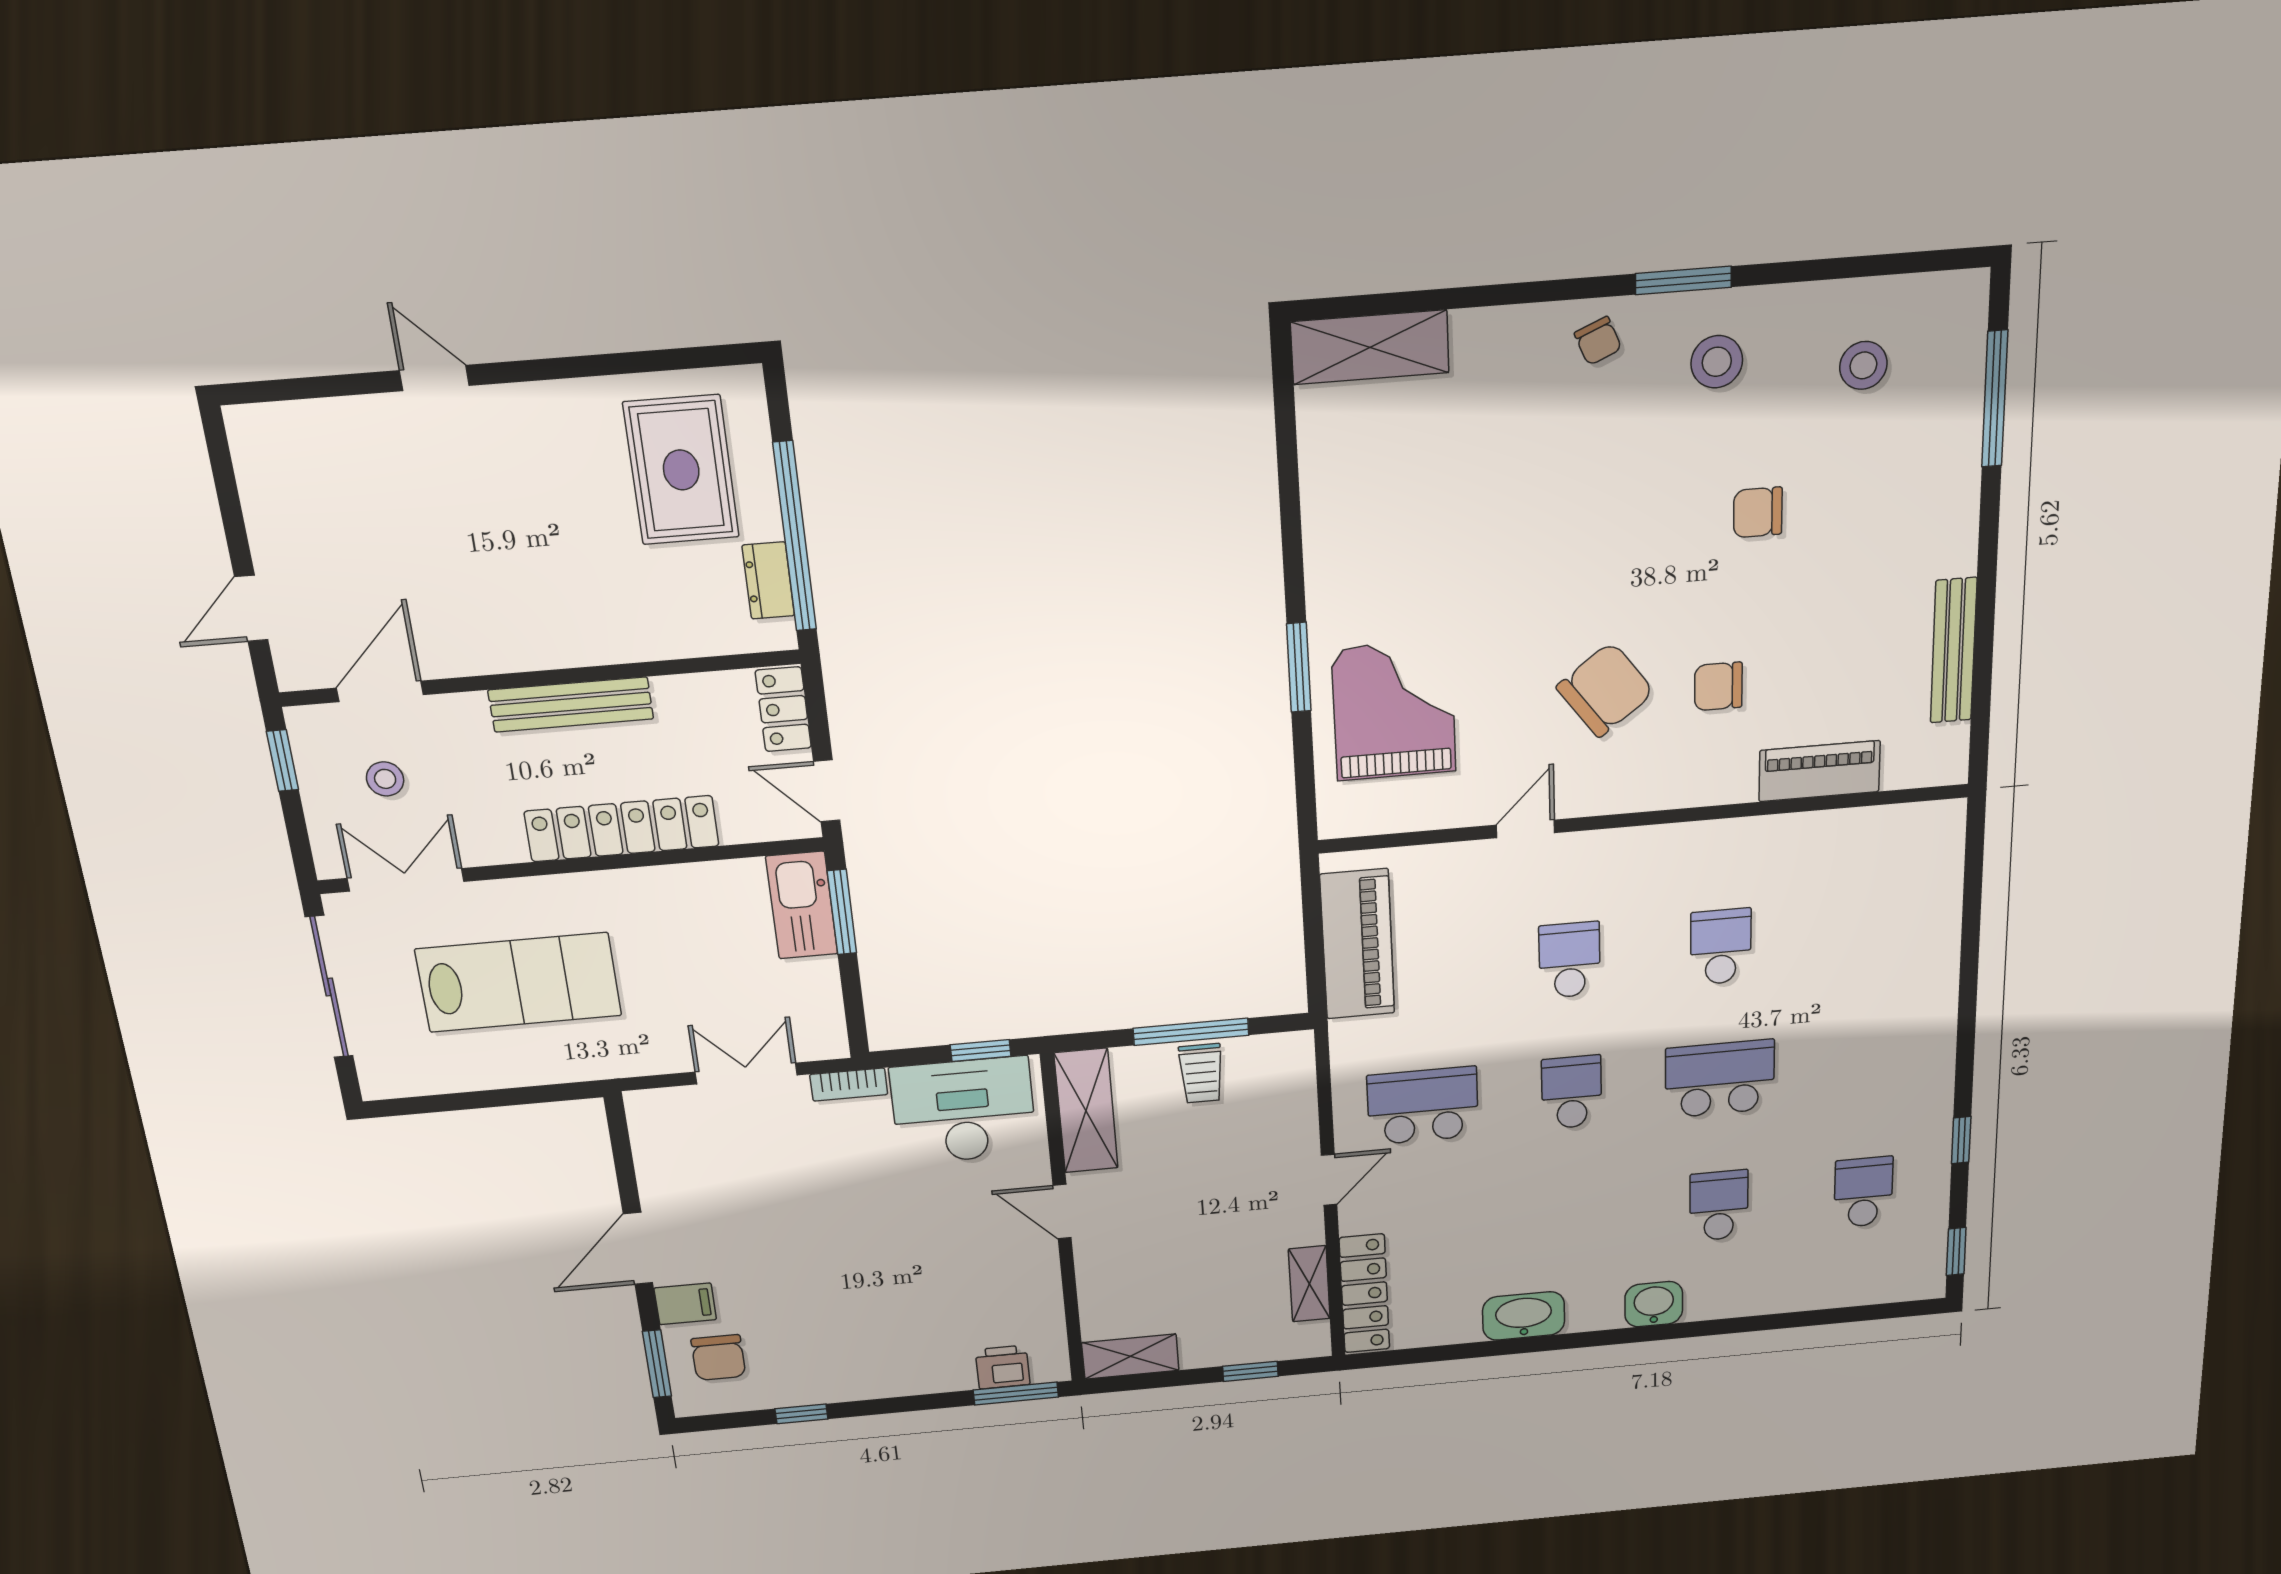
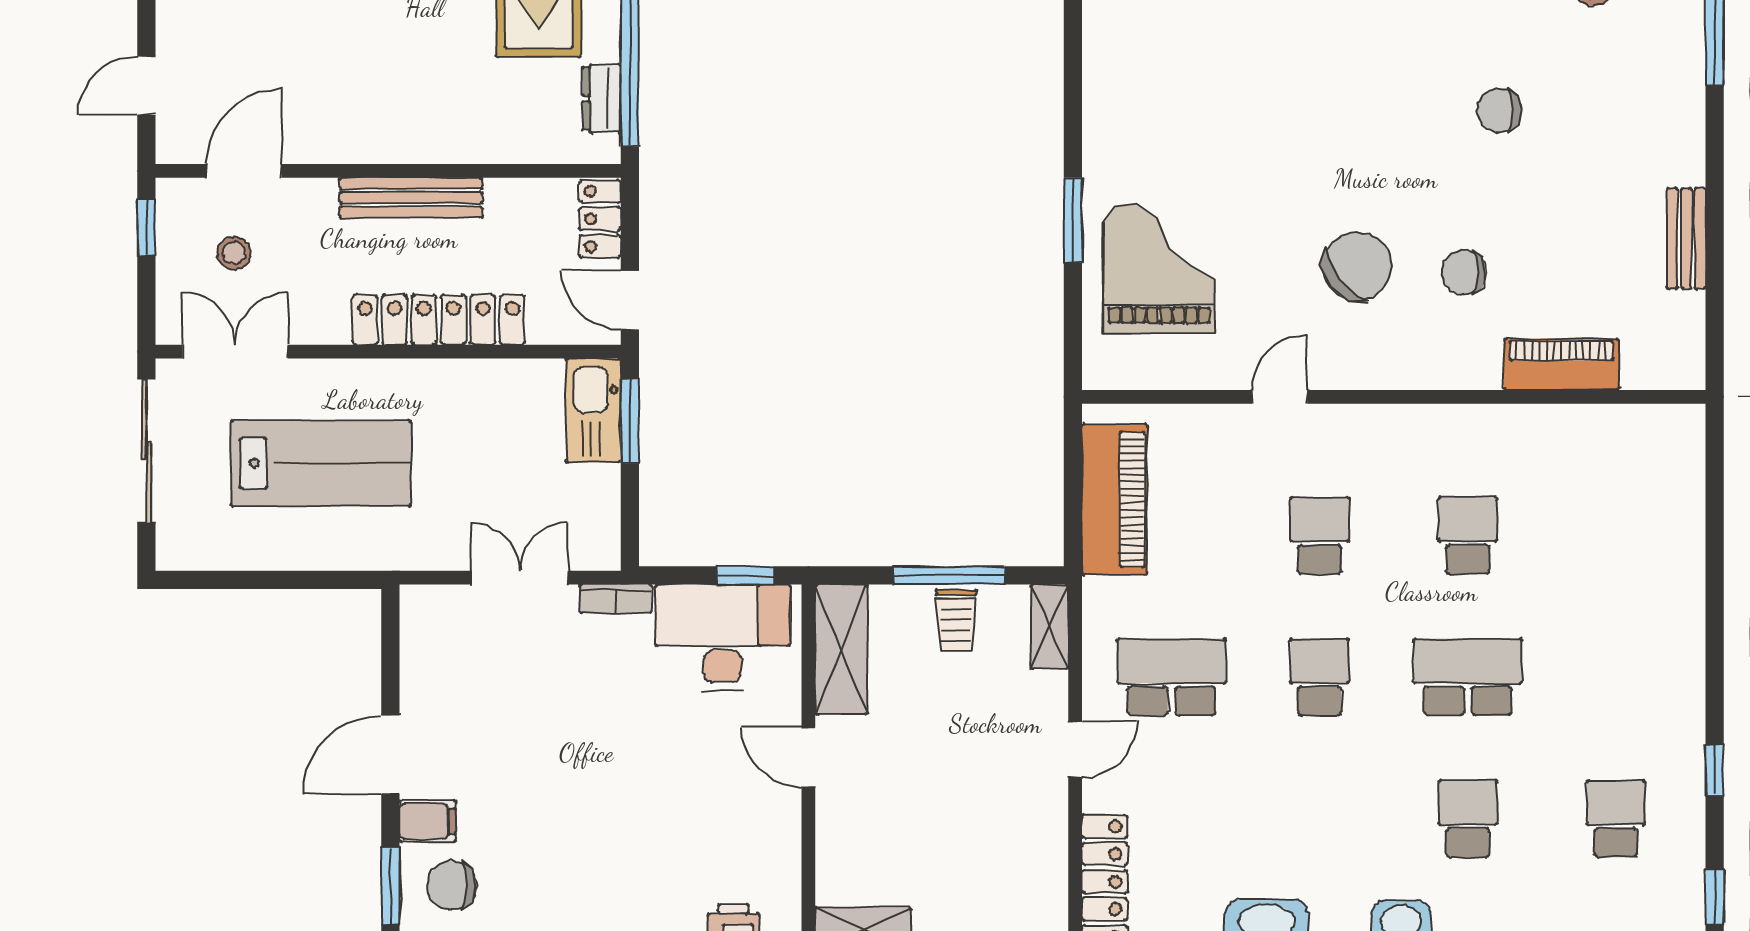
bench: (1954, 651) -> (1686, 238), width x0.73
shelving: (1309, 1284) -> (1049, 627), moved
chair: (718, 1358) -> (452, 885), turned 90

